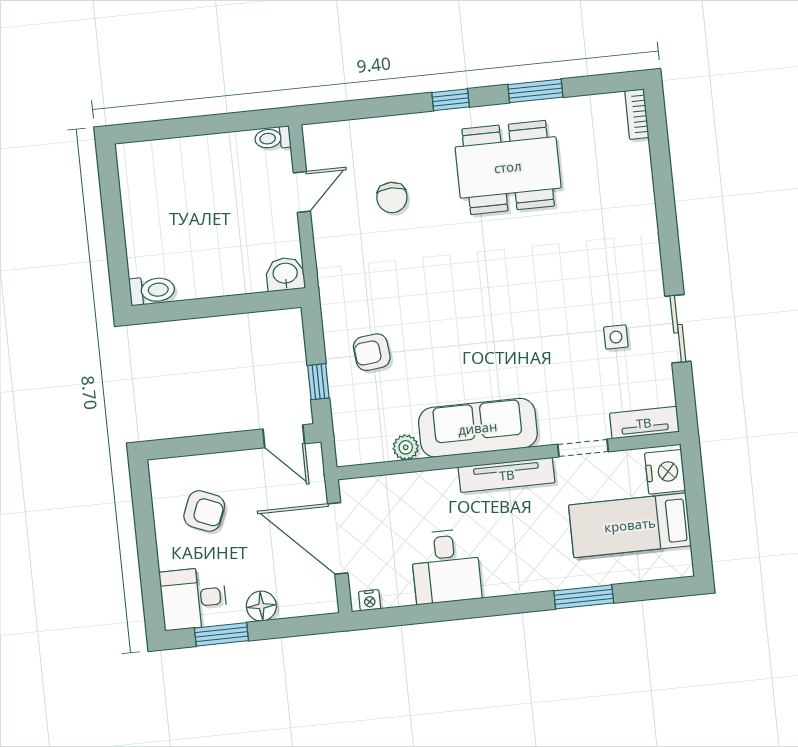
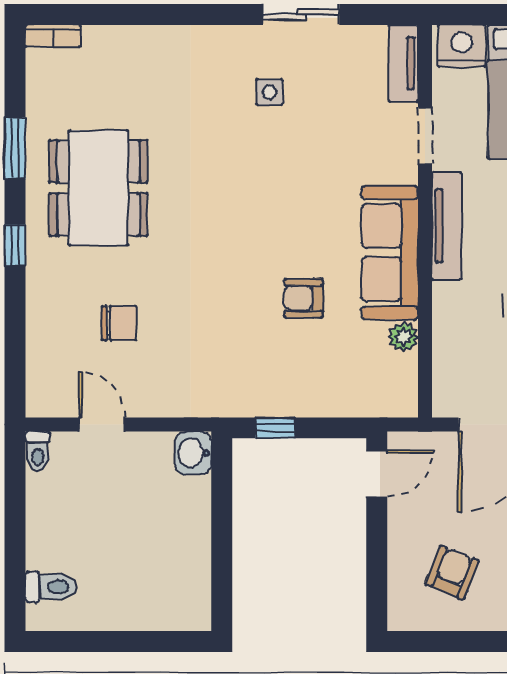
toilet: (152, 290) -> (51, 587), moved, turned 90
side table: (616, 337) -> (269, 92), moved
armchair: (372, 352) -> (304, 298), moved, turned 96
window: (318, 382) -> (275, 428), moved

